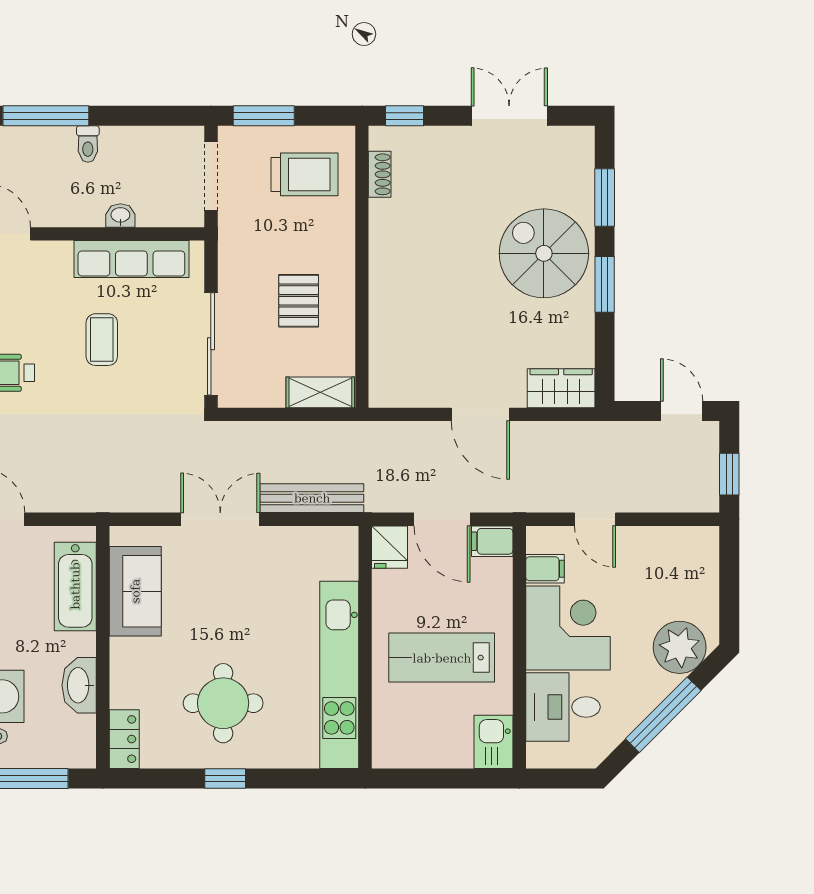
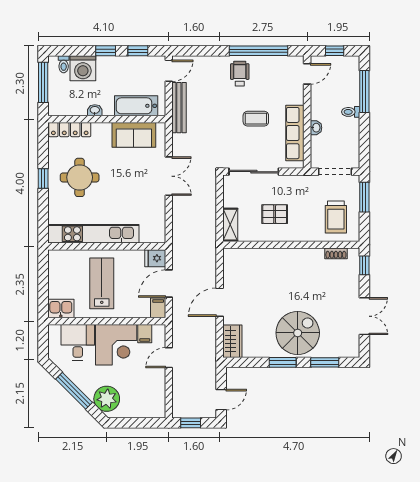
bench: (312, 498) -> (179, 108), moved
washbasin: (79, 685) -> (95, 110), width x0.52, depth x0.69
locker: (124, 739) -> (70, 130), width x1.53

